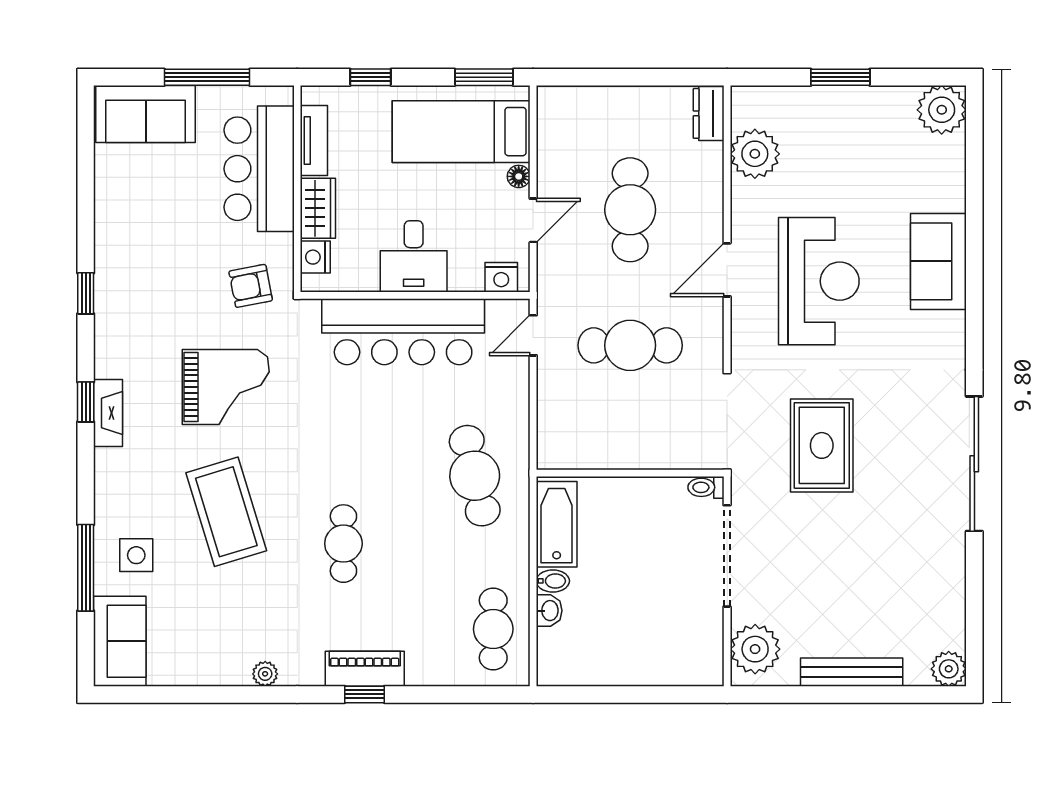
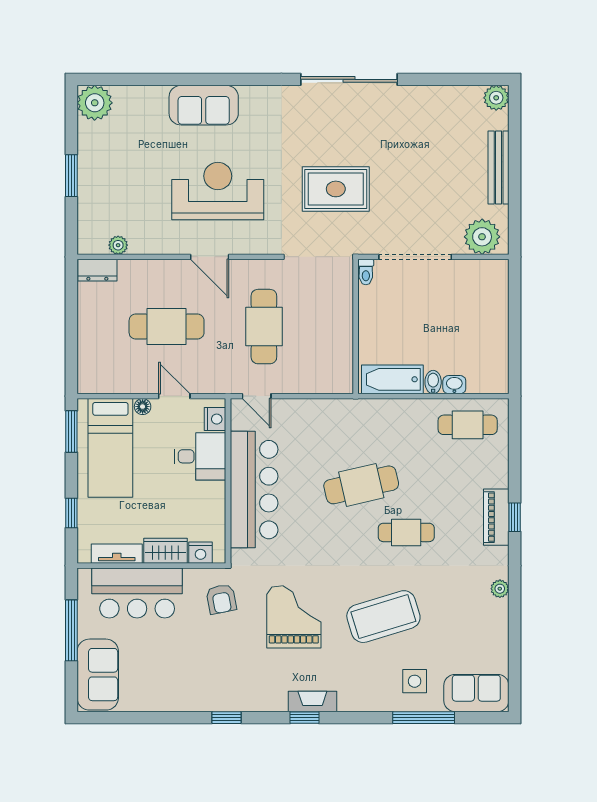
plant: (755, 154) -> (118, 245), width x0.53, depth x0.53
desk: (414, 256) -> (200, 456), moved
cafe table: (475, 476) -> (361, 485), moved

